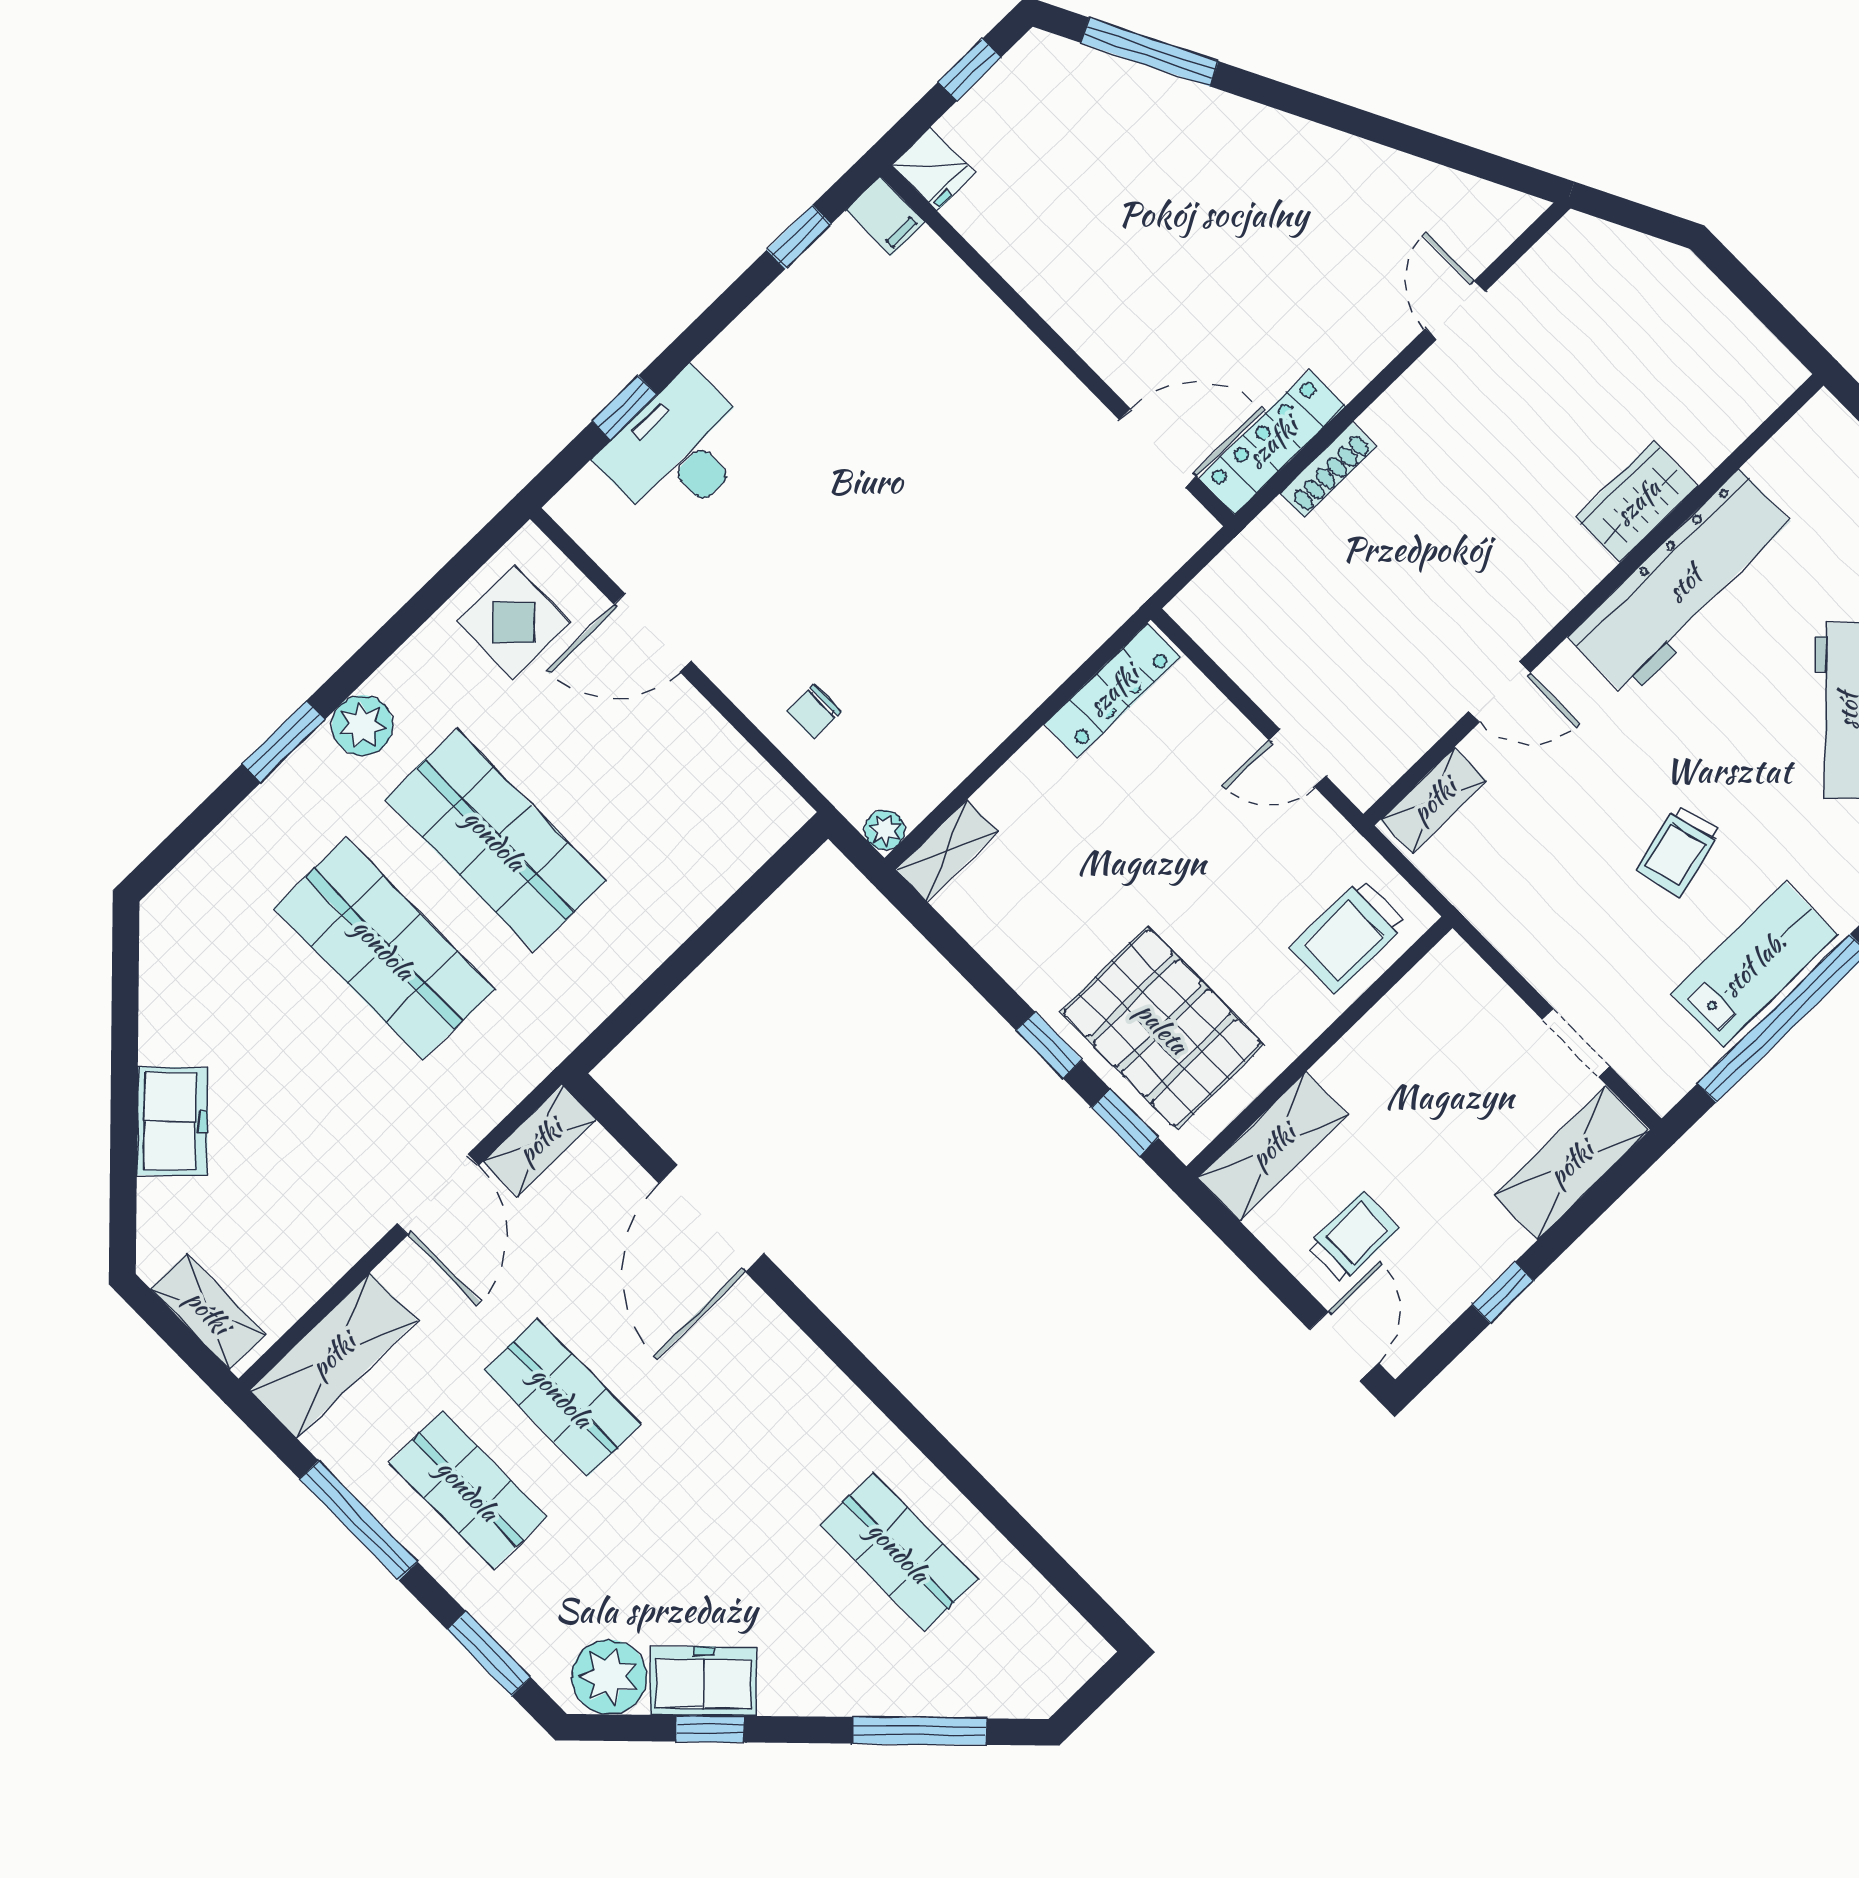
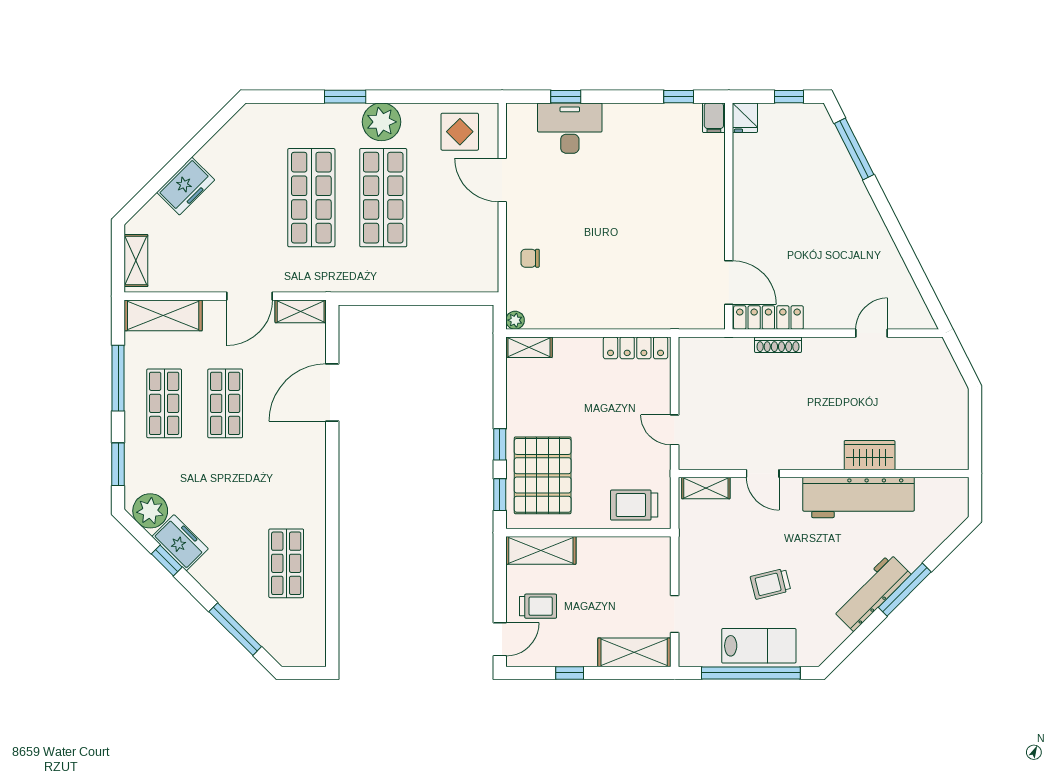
plant: (362, 725) -> (381, 122), width x1.36, depth x1.36

